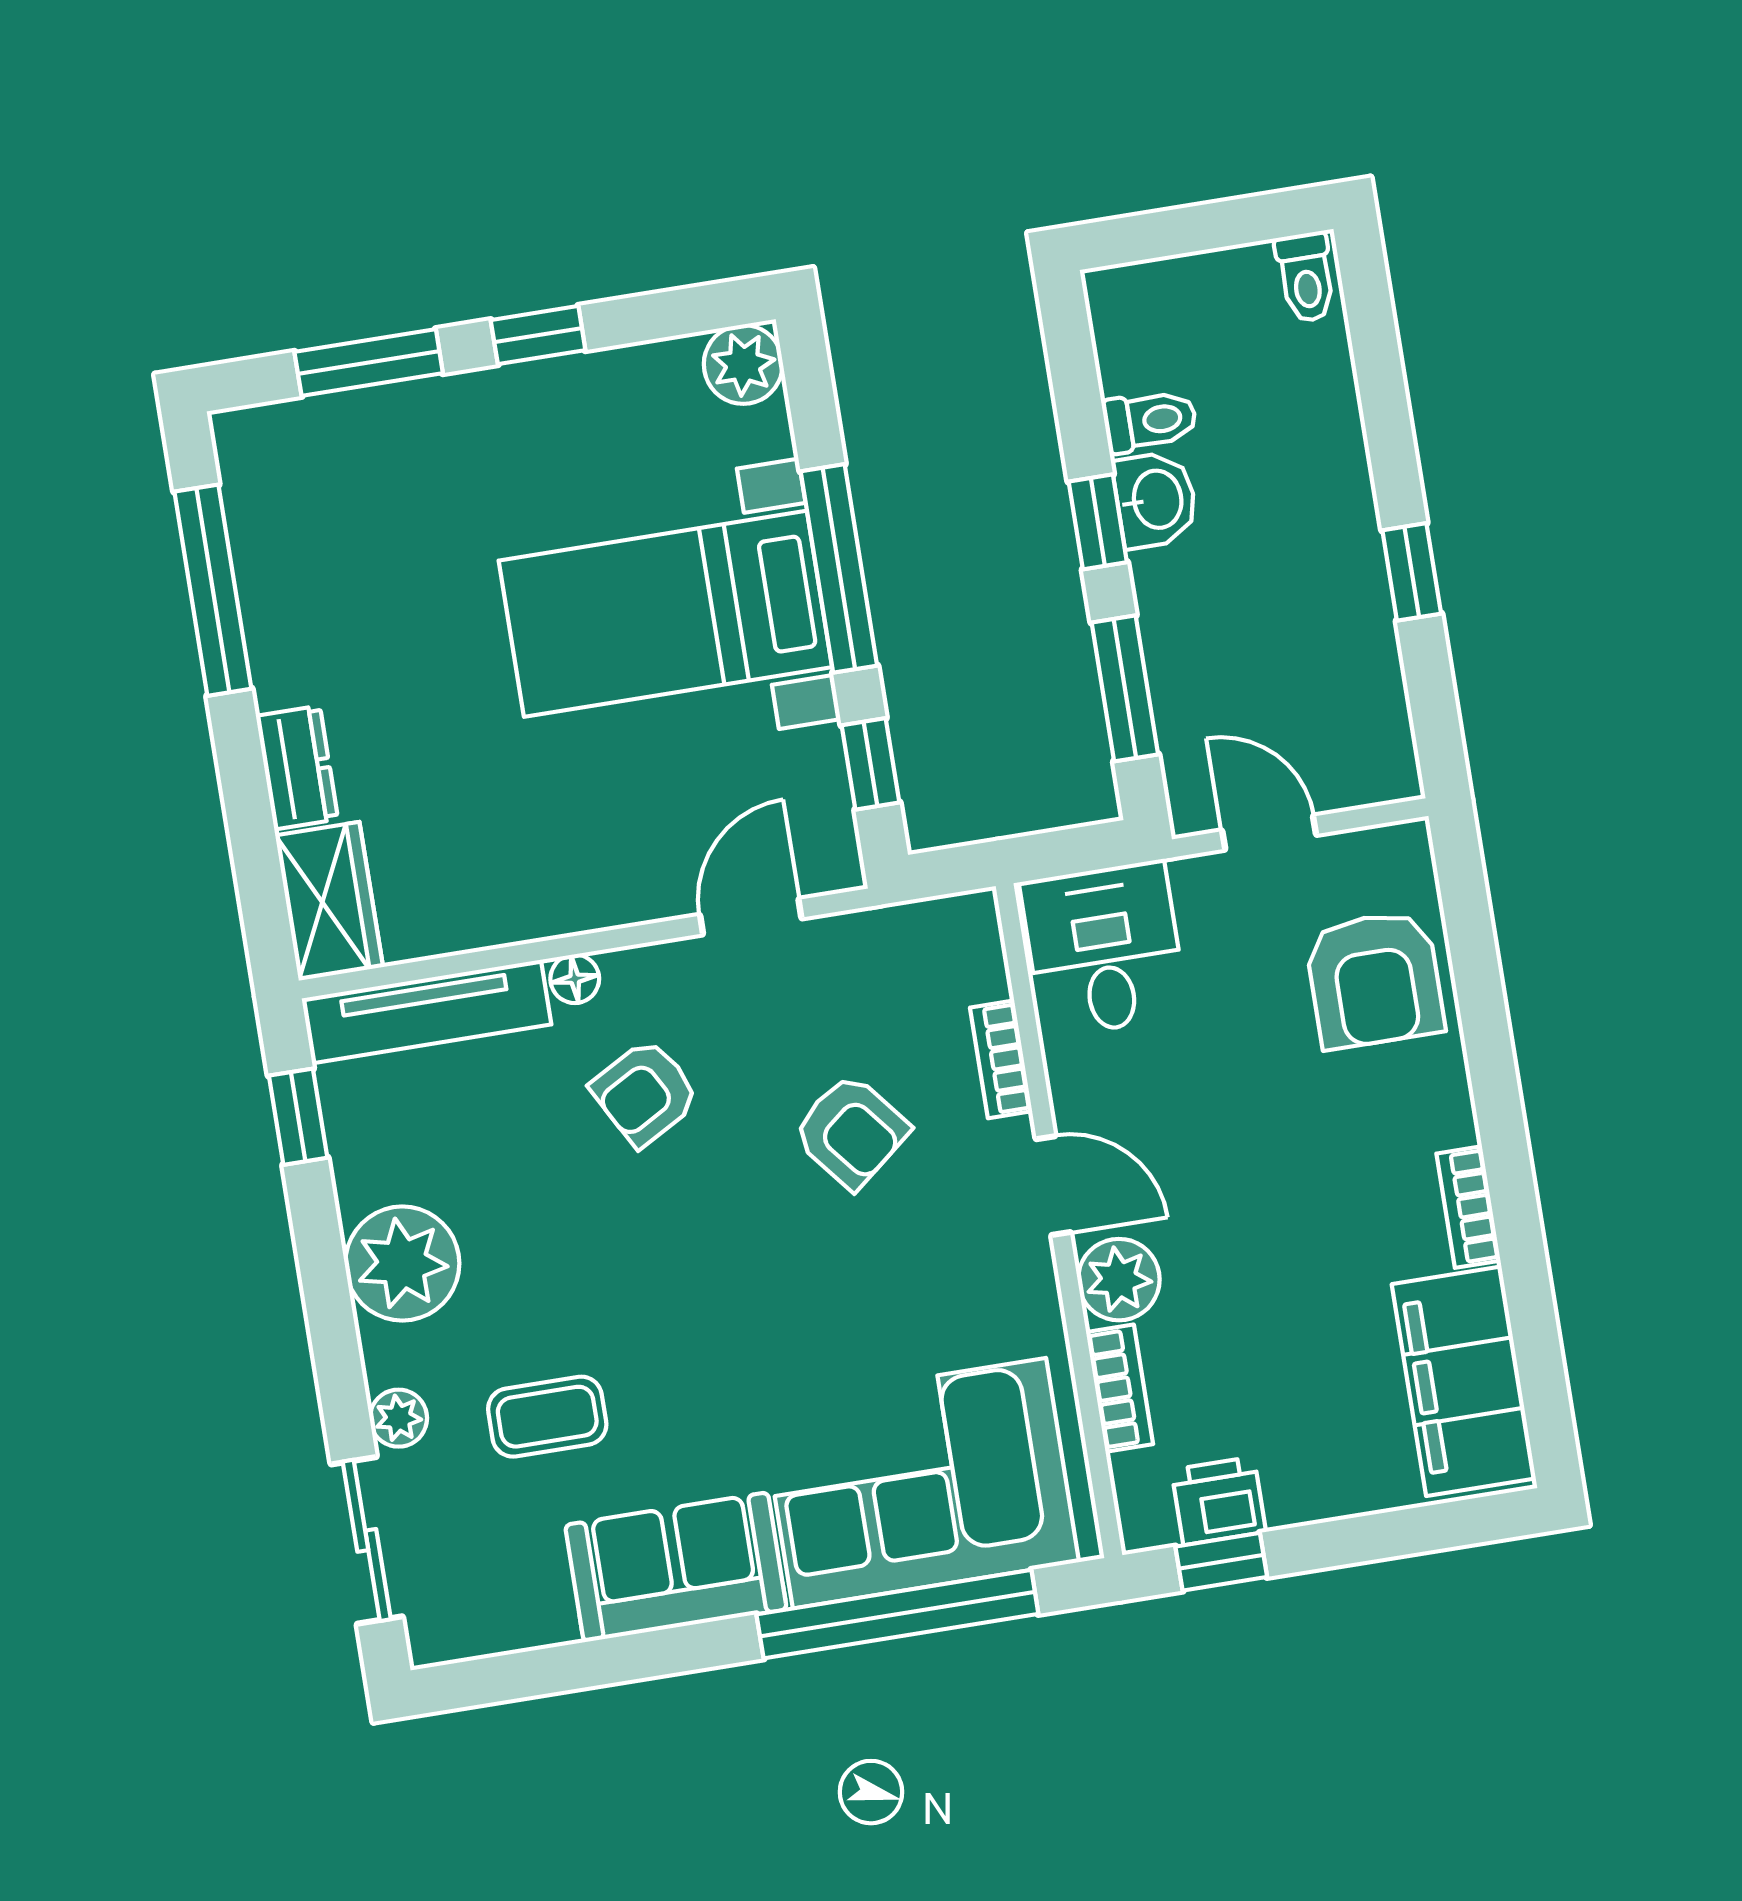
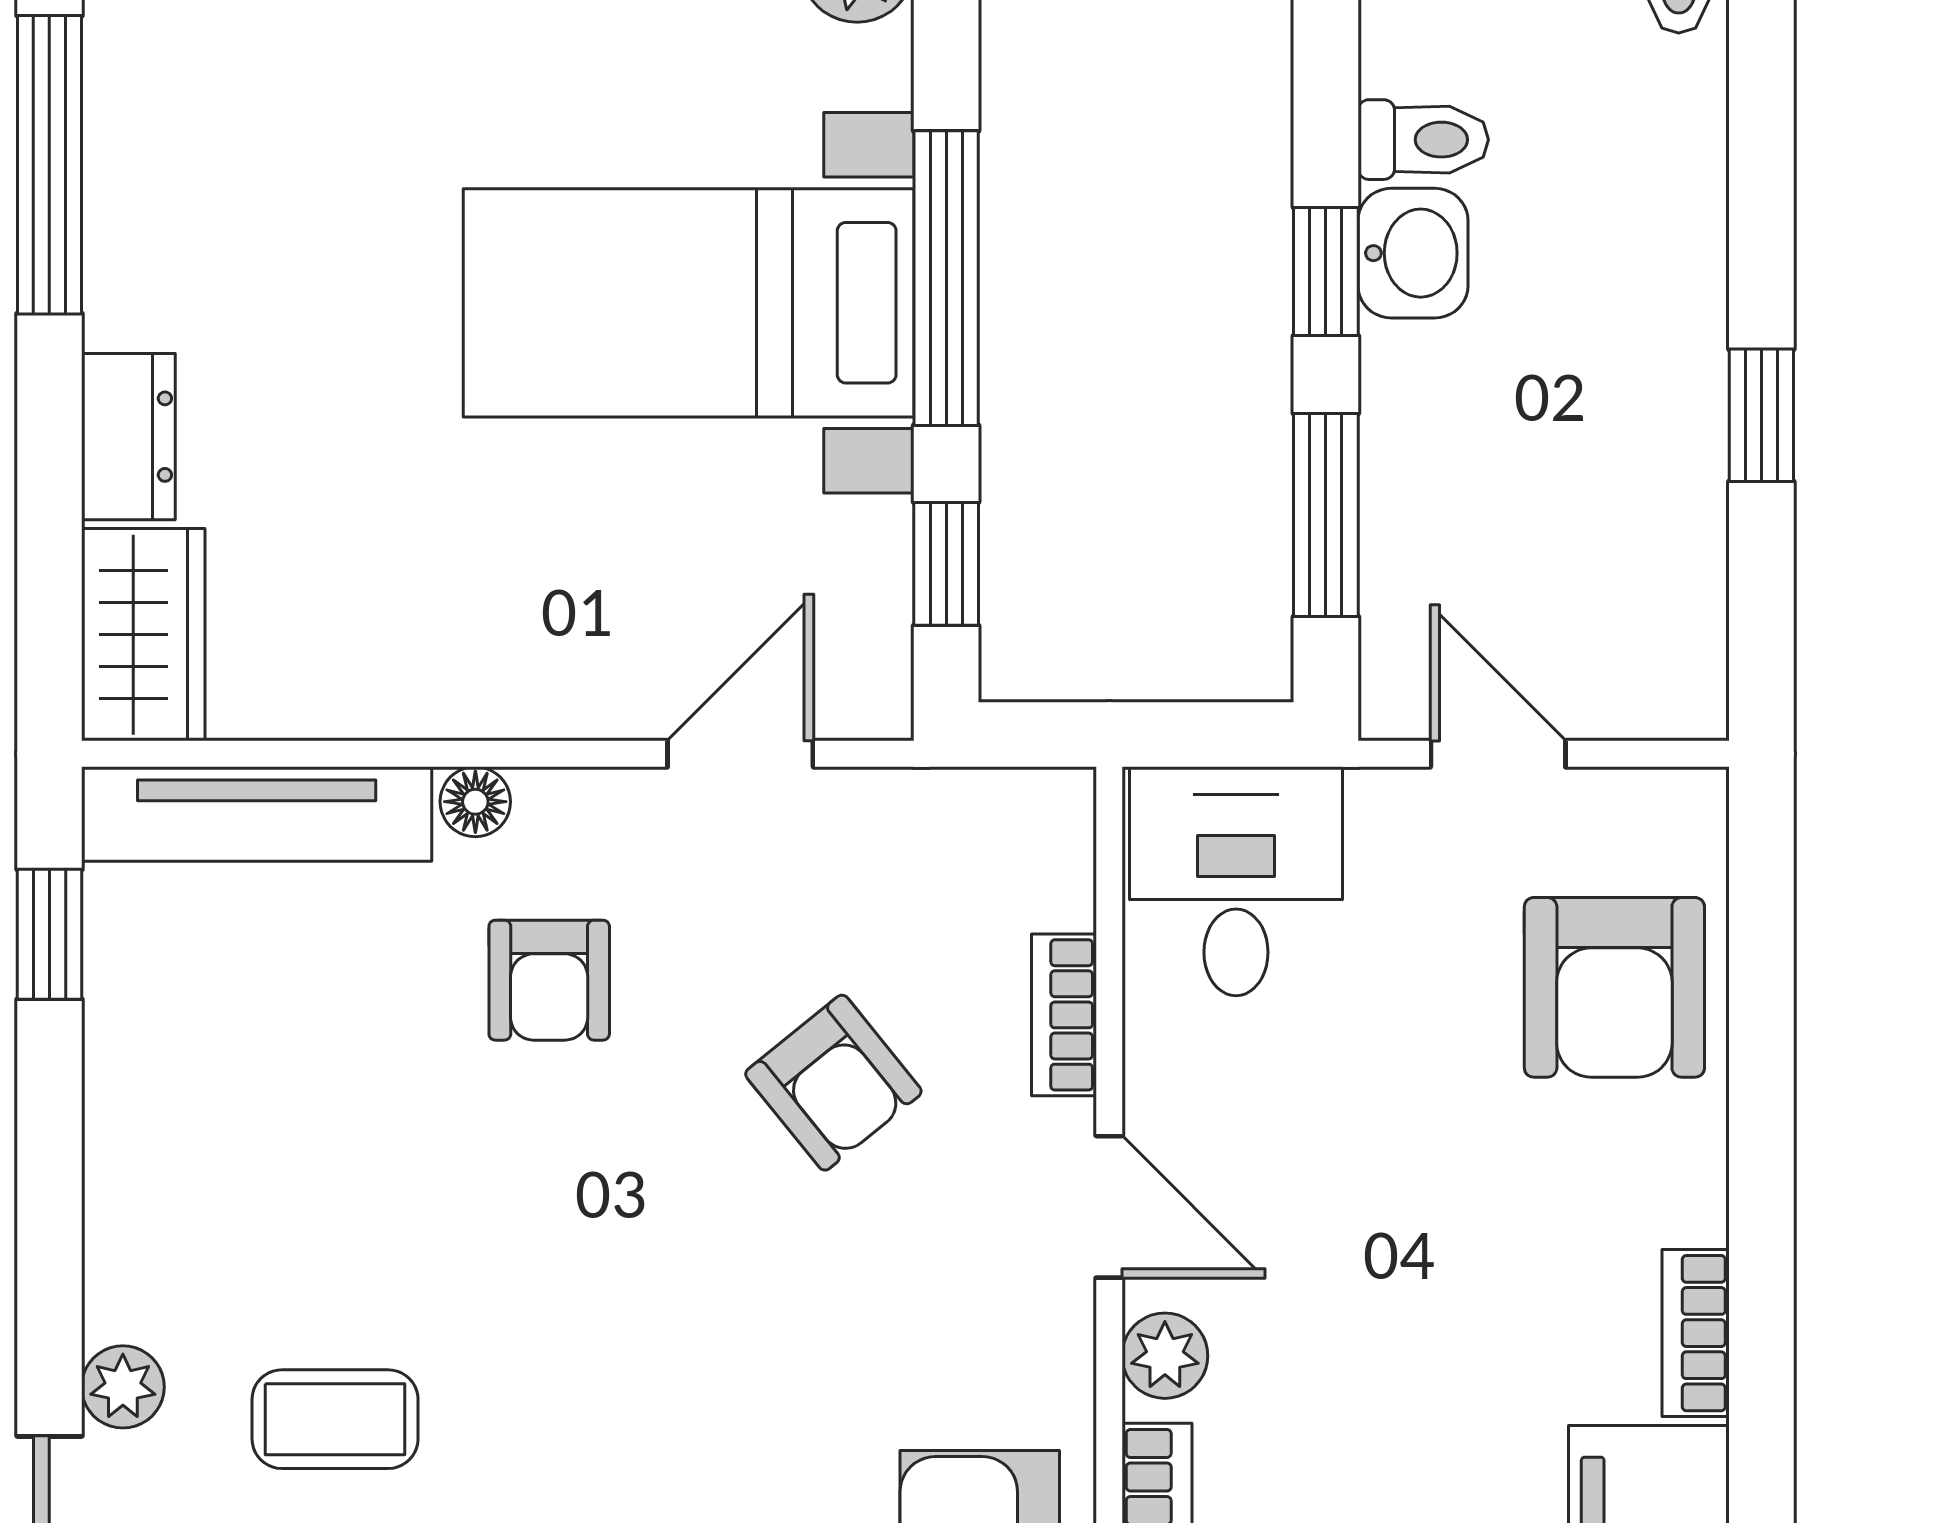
armchair: (645, 1093) -> (549, 980), turned -61
plant: (402, 1264) -> (164, 1168), removed
plant: (1119, 1280) -> (1165, 1356), width x0.73, depth x0.73

